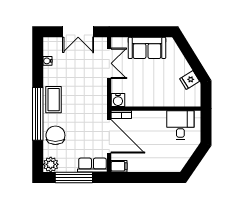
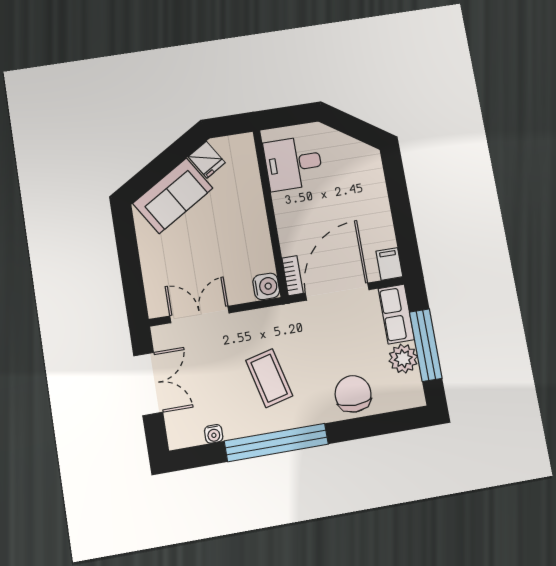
sofa: (147, 48) -> (173, 196), moved, turned 58
coffee table: (54, 100) -> (269, 378), moved, turned 76
window: (38, 114) -> (276, 443), moved
chair: (55, 135) -> (353, 394), turned 90
plant: (51, 164) -> (403, 359), moved

